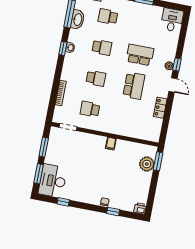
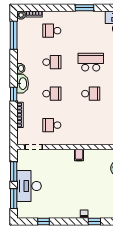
washbasin: (78, 20) -> (23, 84), moved
window: (63, 48) -> (14, 94), moved
school desk: (134, 86) -> (91, 94), width x0.54
desk: (53, 181) -> (29, 186), moved

